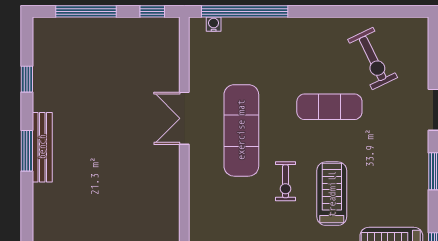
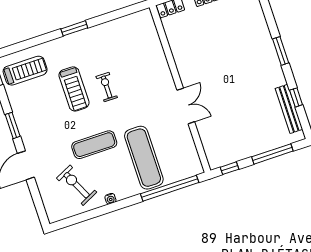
water cooler: (214, 24) -> (110, 199), moved
exercise mat: (241, 130) -> (144, 158), moved
bench: (42, 147) -> (289, 109), moved

